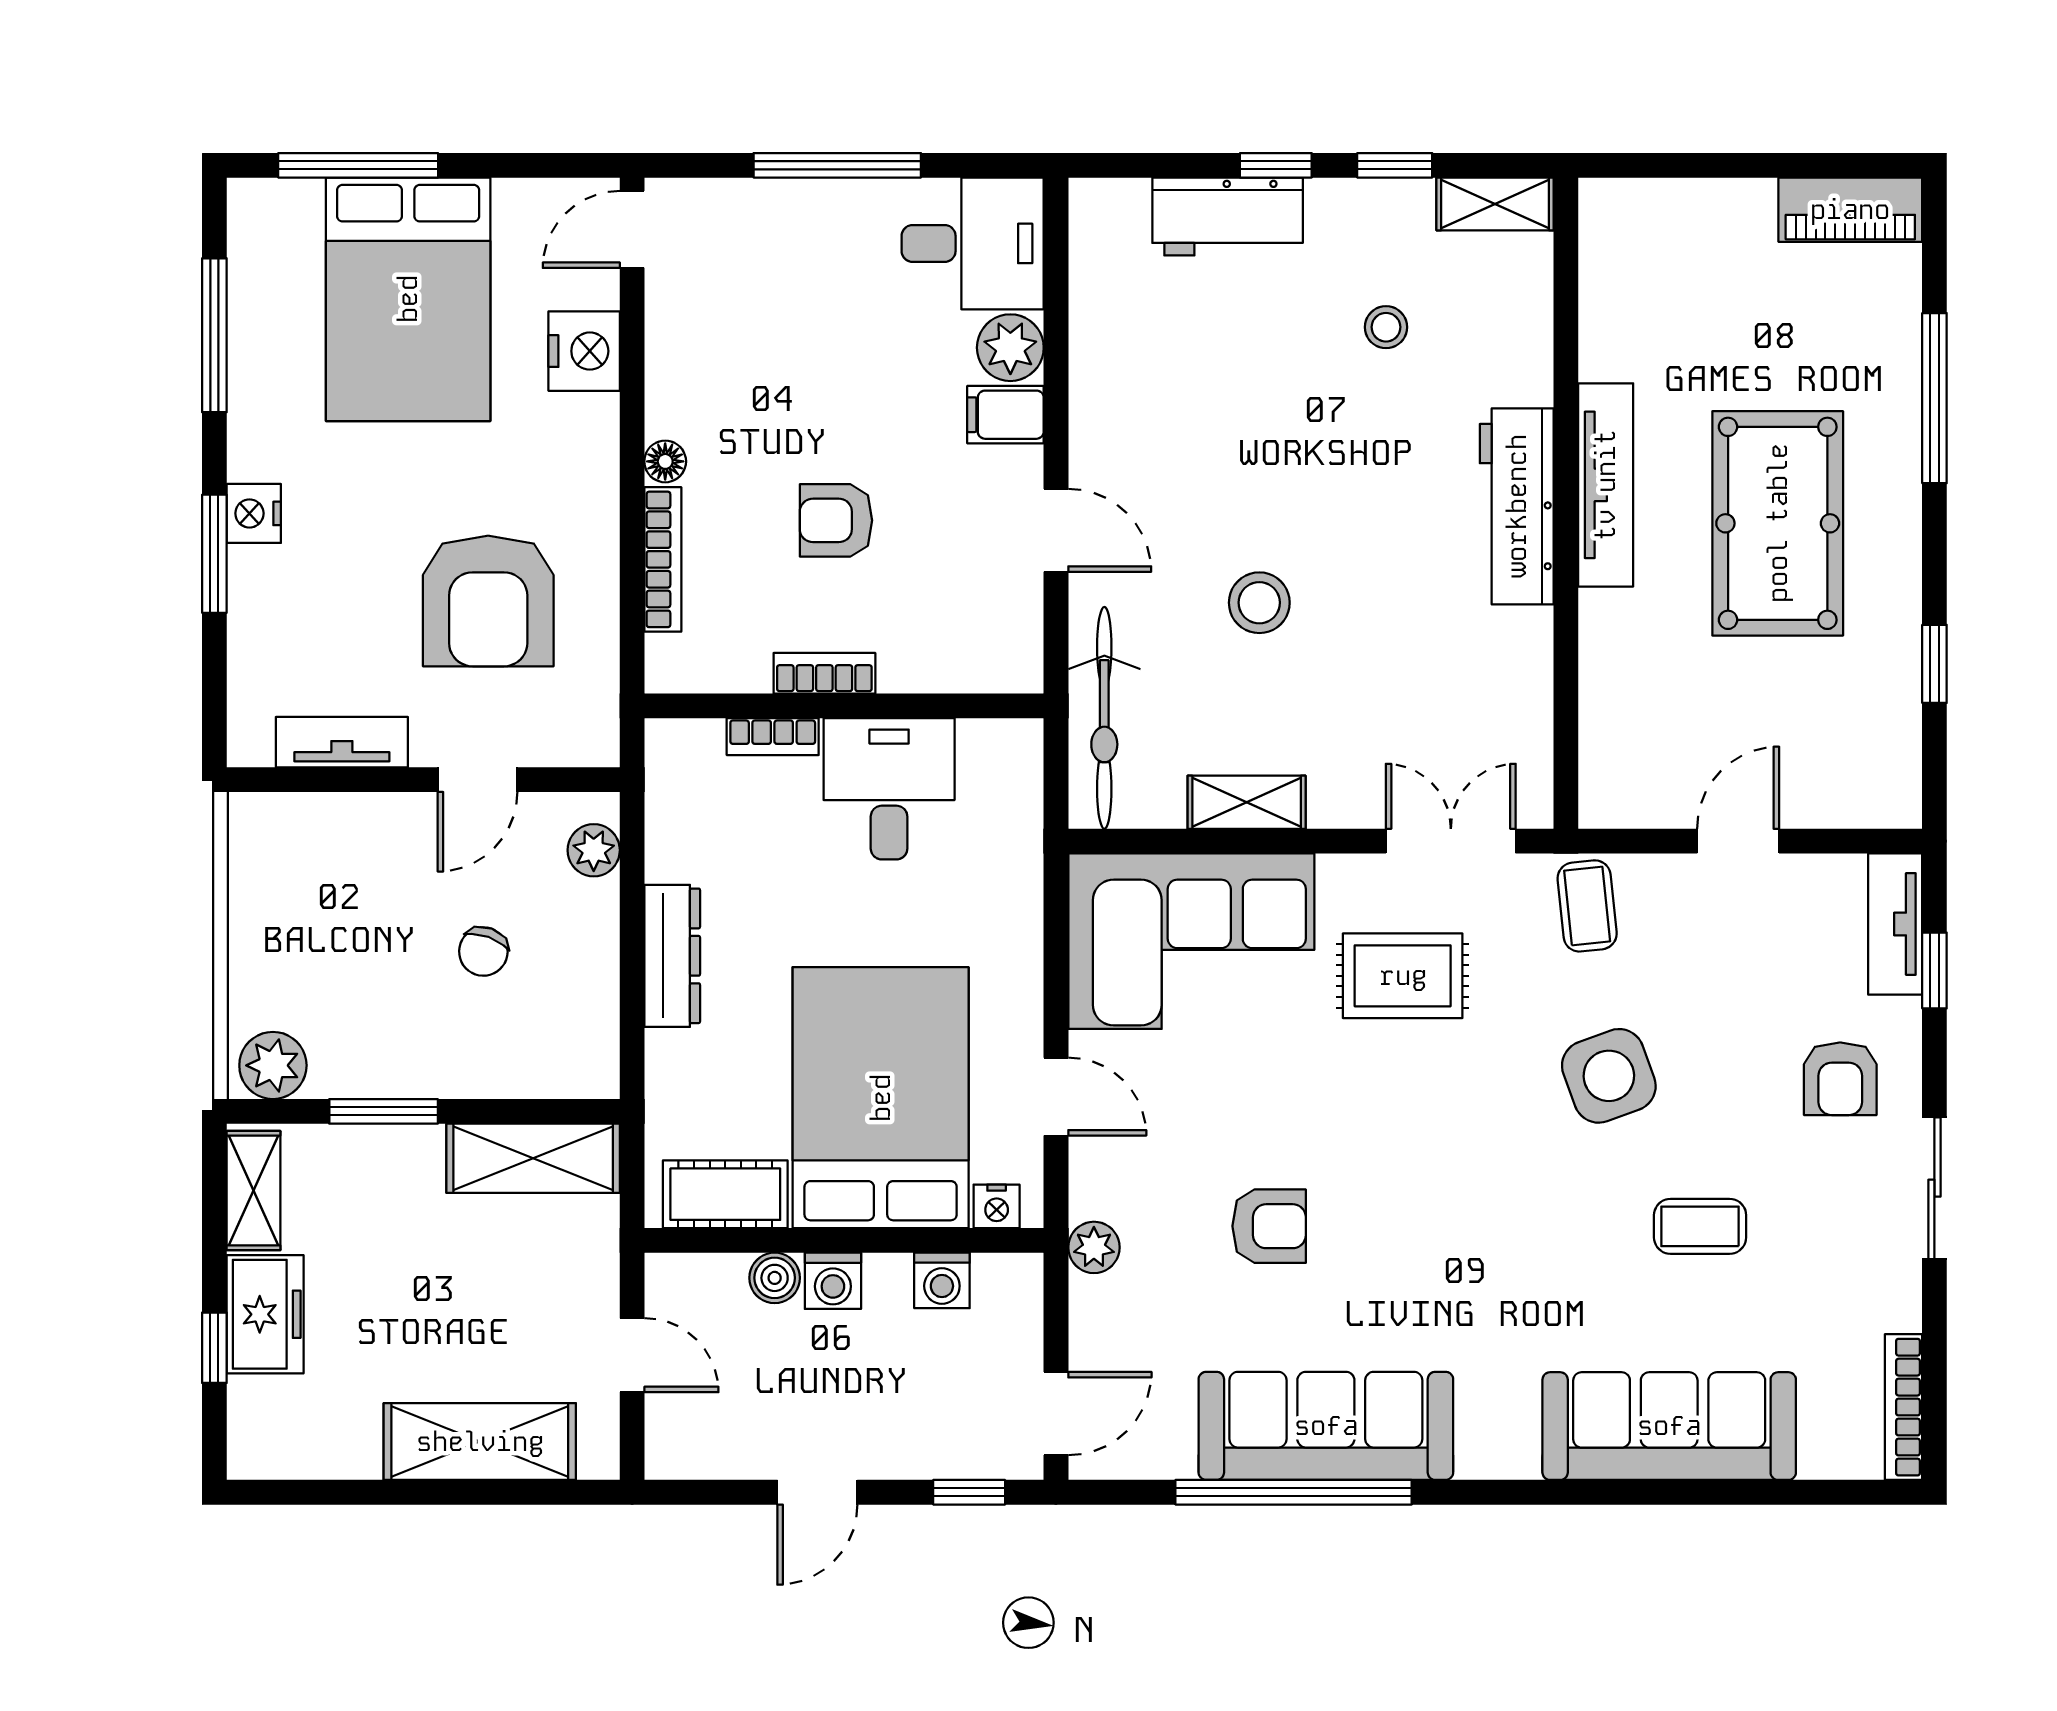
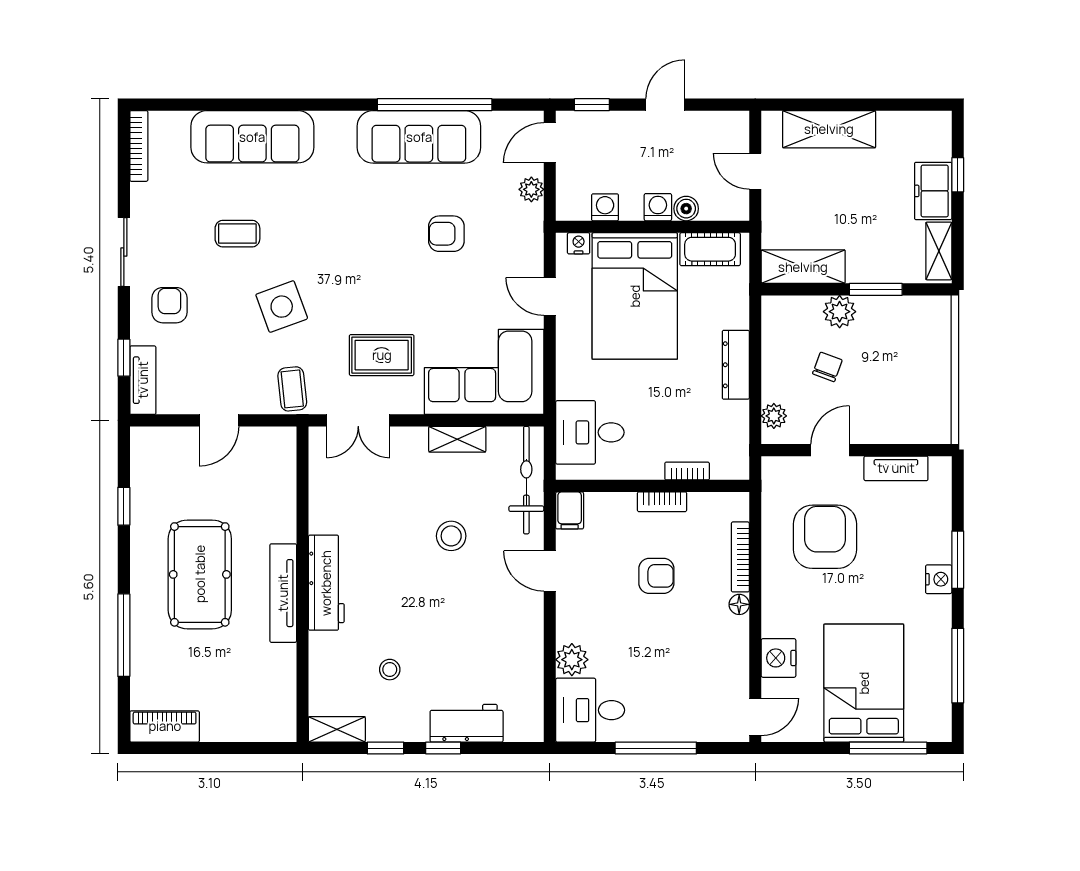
filing cabinet: (1005, 415) -> (570, 510), moved, turned 90
desk: (889, 789) -> (590, 432), moved, turned 90
plant: (273, 1065) -> (840, 312), moved
plant: (1094, 1247) -> (531, 189), moved

